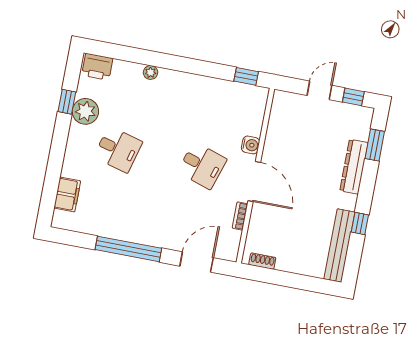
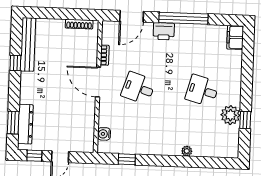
printer: (97, 67) -> (164, 31), moved, turned 180
window: (246, 76) -> (127, 159), moved
water cooler: (250, 145) -> (104, 134), moved
dresser: (354, 167) -> (25, 124), moved
filing cabinet: (67, 194) -> (235, 37), moved
shoe rack: (262, 261) -> (79, 24), width x1.43

